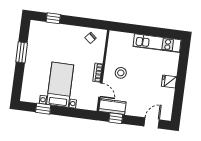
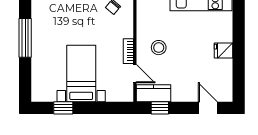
window: (22, 52) -> (25, 38), width x1.44
door: (152, 123) -> (208, 108), hinge flipped

